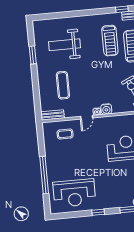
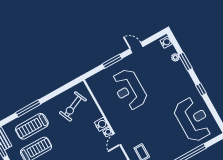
door: (87, 117) -> (117, 139), swing flipped

